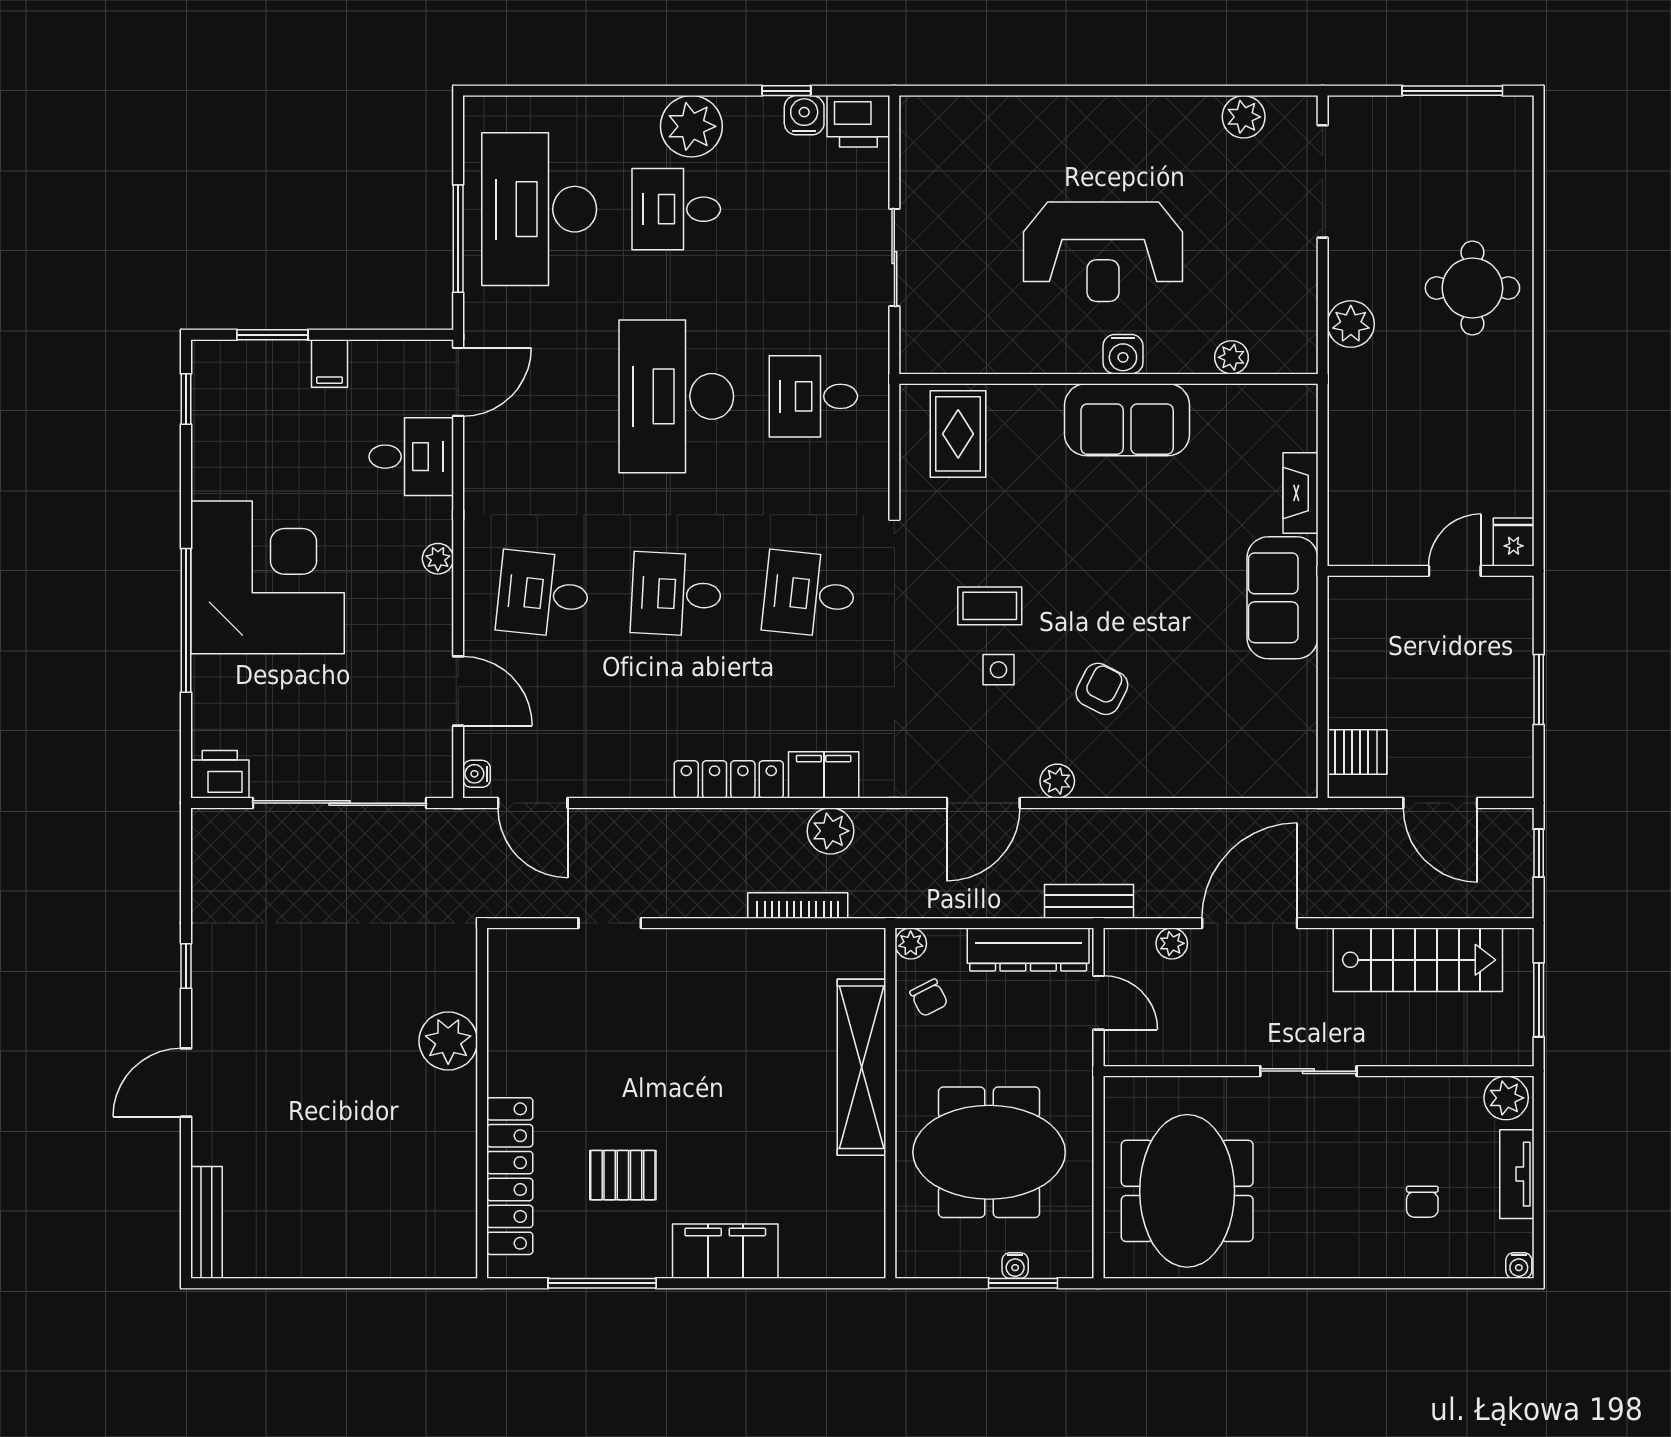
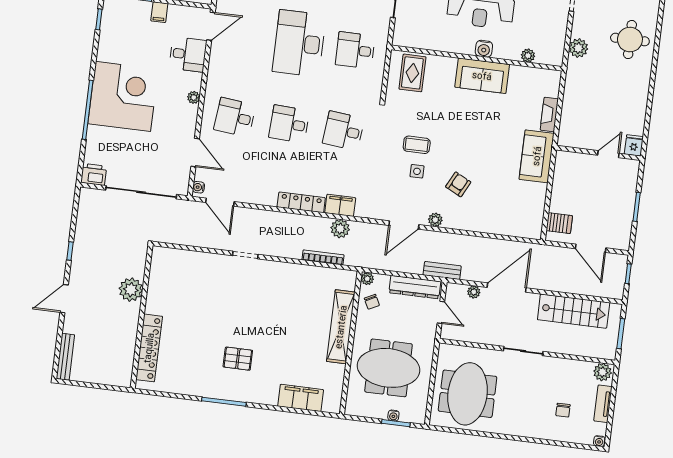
plant: (448, 1041) -> (131, 290), moved
wall: (482, 1103) -> (142, 317), moved
locker: (510, 1176) -> (149, 348), moved
filing cabinet: (725, 1251) -> (301, 398), moved

